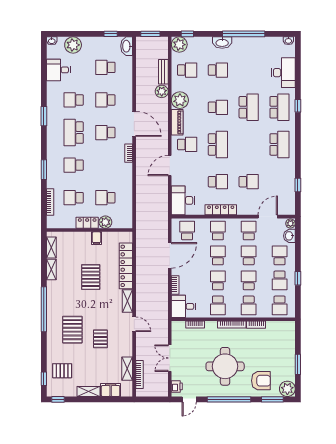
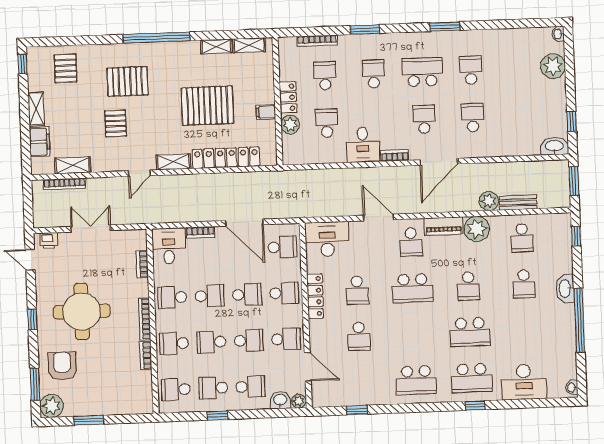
plant: (179, 45) -> (560, 225), removed
school desk: (105, 67) -> (521, 116), removed
desk: (58, 70) -> (363, 145), moved, turned 180
pallet: (91, 277) -> (207, 106), width x1.37, depth x1.41
school desk: (249, 280) -> (211, 342), turned 180
pallet: (100, 339) -> (116, 124), turned 90
window: (44, 379) -> (53, 42), removed
armchair: (261, 381) -> (62, 366), turned 180
window: (229, 399) -> (32, 319), width x0.32

